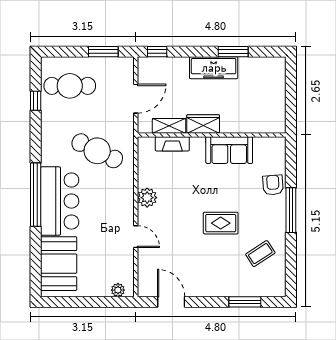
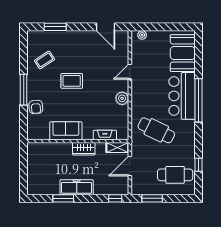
shelving: (169, 126) -> (117, 147), moved
door: (136, 237) -> (130, 72), hinge flipped

